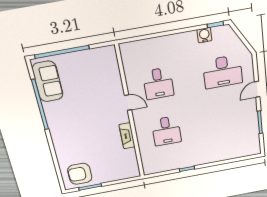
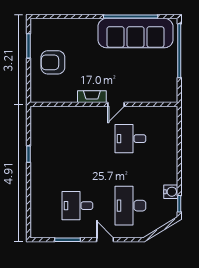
sofa: (48, 81) -> (135, 33), width x1.85, depth x1.27
desk: (166, 131) -> (77, 206), moved
fireplace: (127, 136) -> (92, 97), moved
armchair: (80, 174) -> (53, 62), moved, turned -90

